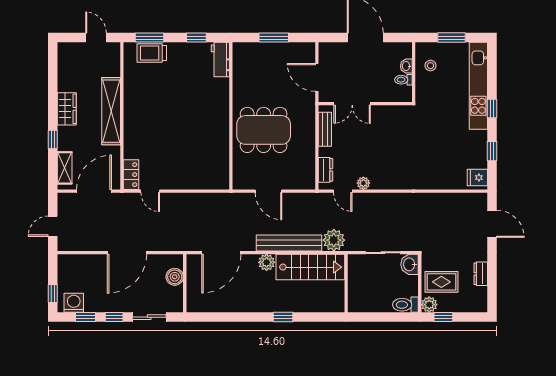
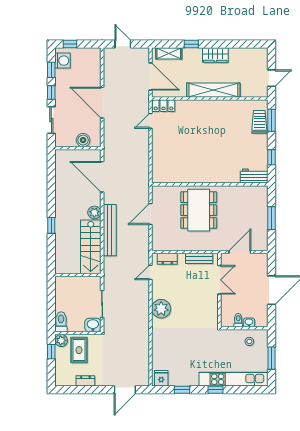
double door: (352, 104) -> (219, 280), swing flipped
plant: (363, 183) -> (161, 309), moved, width x1.87, depth x1.87
plant: (334, 240) -> (112, 265), removed

